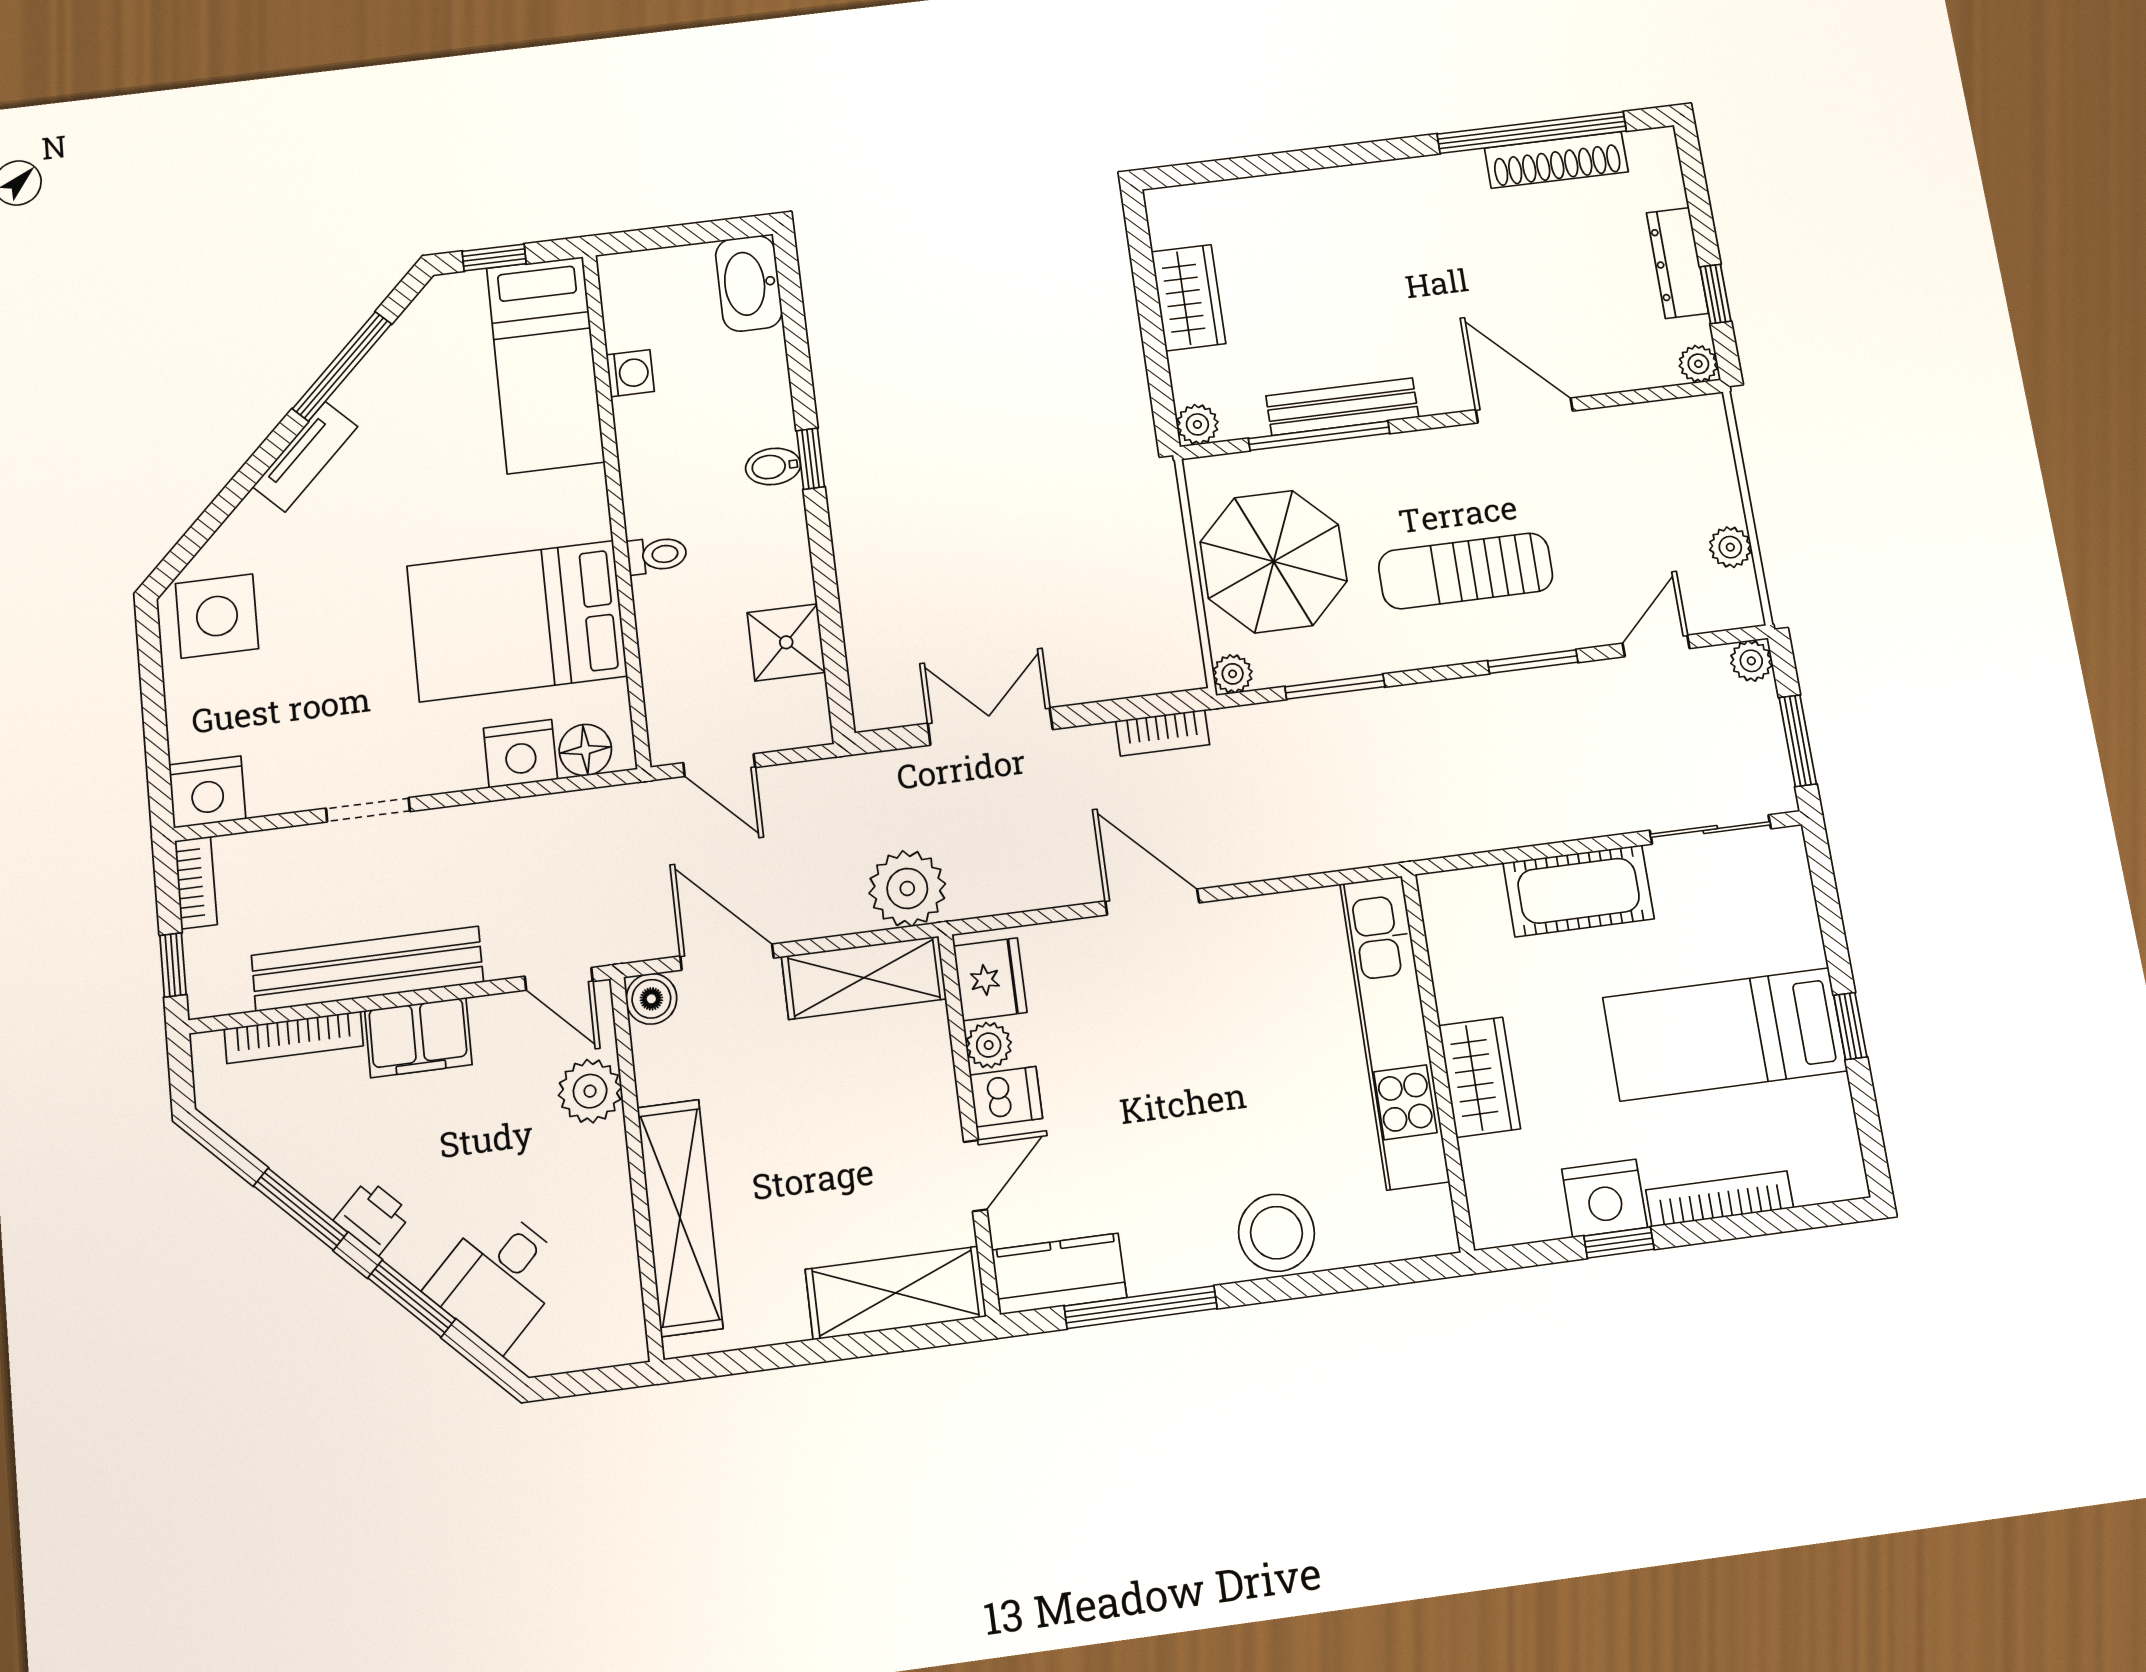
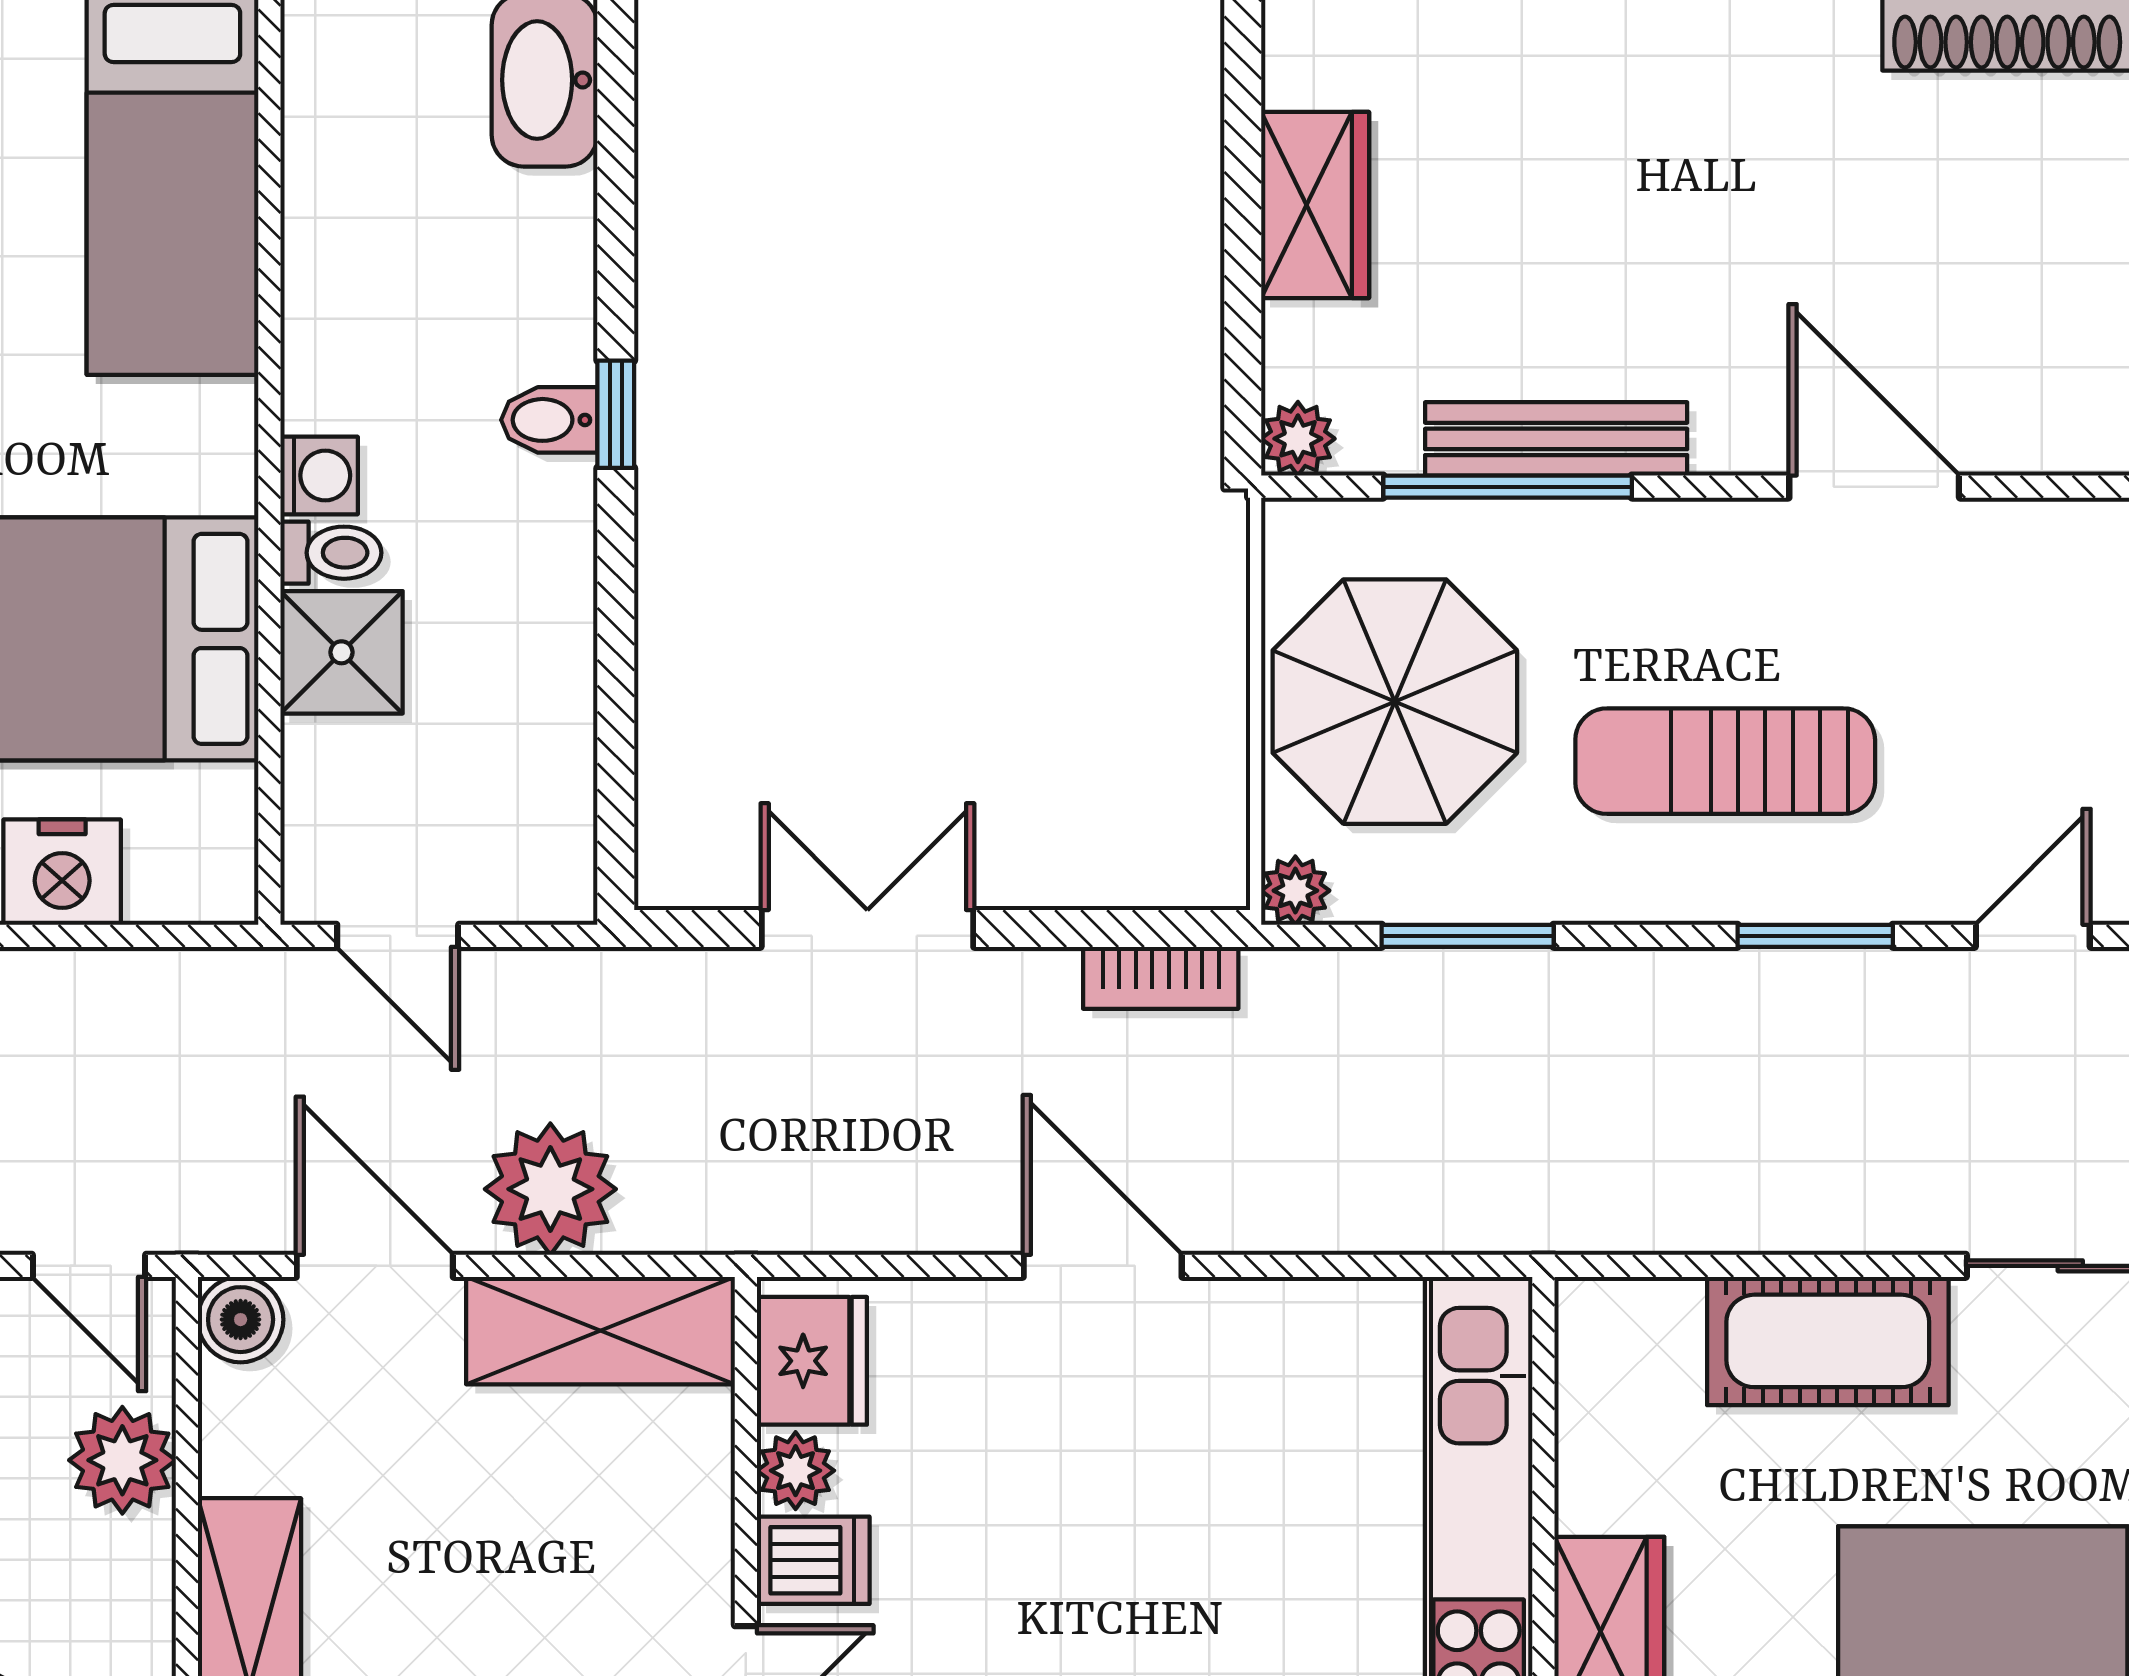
washing machine: (630, 373) -> (319, 475), moved
shower: (786, 642) -> (341, 652), moved
floor lamp: (585, 750) -> (173, 880), removed
plant: (907, 888) -> (550, 1189), moved

